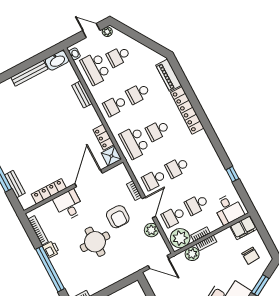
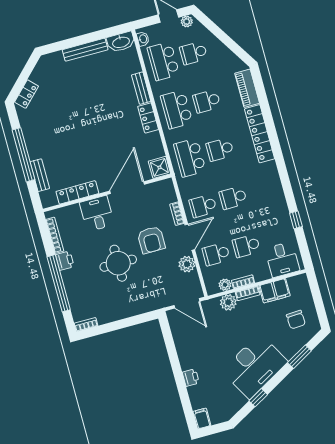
school desk: (115, 105) -> (177, 109), width x1.85
locker: (103, 137) -> (148, 118), moved
filing cabinet: (243, 228) -> (275, 291), moved
plant: (180, 238) -> (225, 285), width x0.53, depth x0.53

